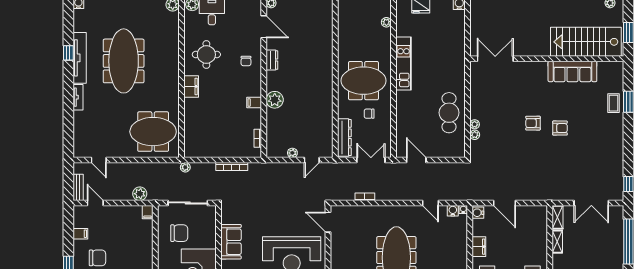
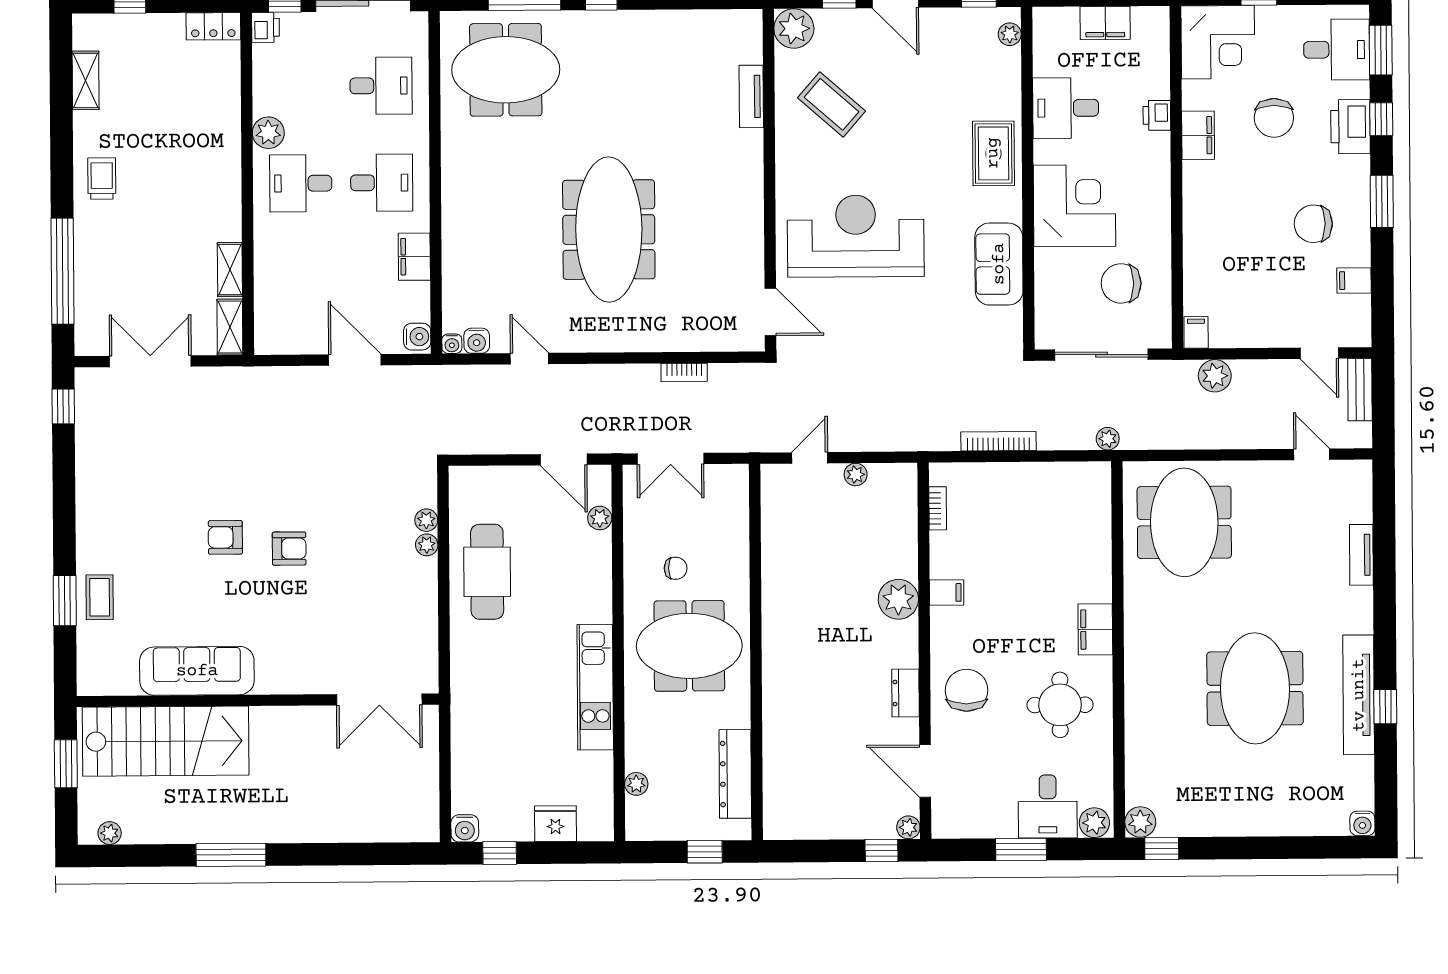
meeting table: (124, 61) -> (1255, 688), width x0.73
chair: (246, 61) -> (967, 690), width x1.87, depth x1.87
tv unit: (78, 97) -> (1361, 555), moved
meeting table: (153, 132) -> (1184, 522), turned 90
plant: (401, 135) -> (600, 518), added
dresser: (344, 138) -> (735, 774), moved

